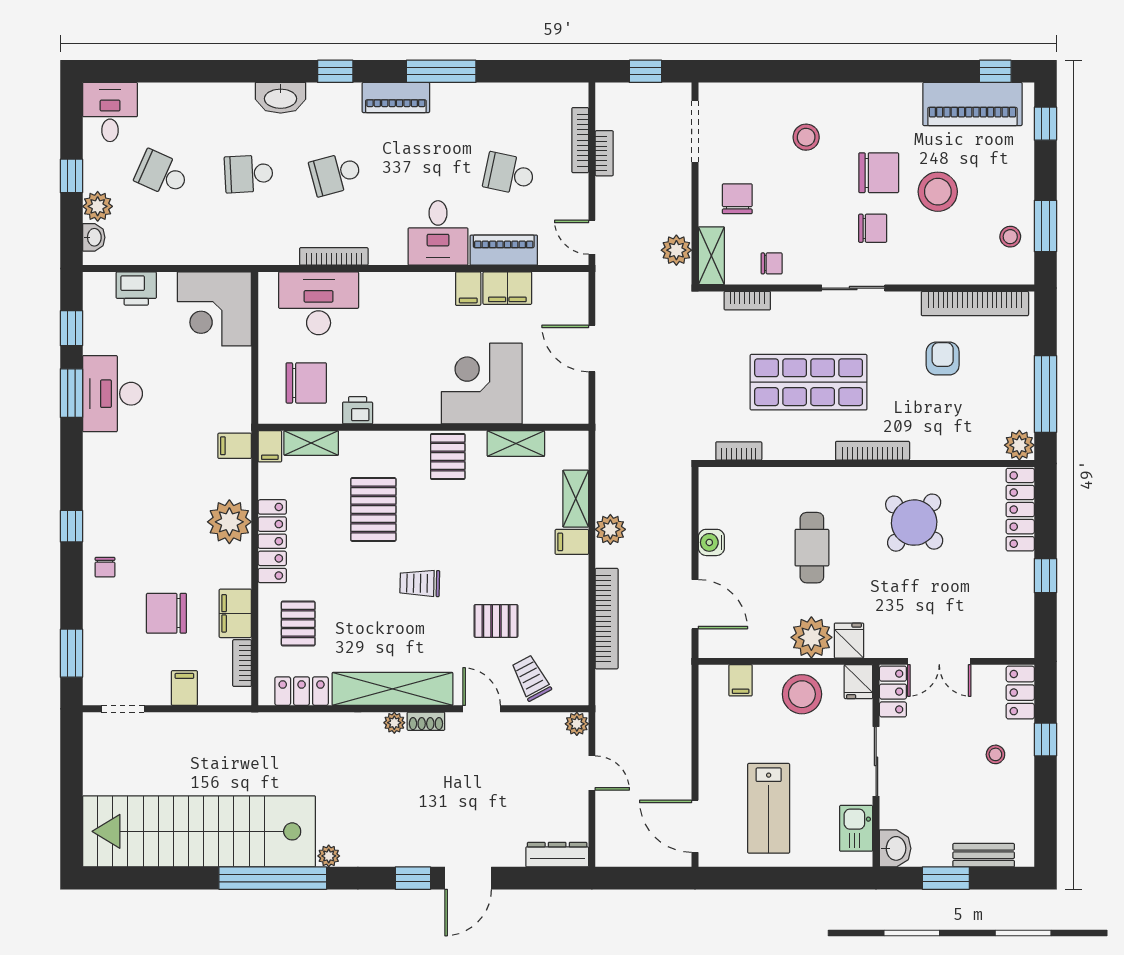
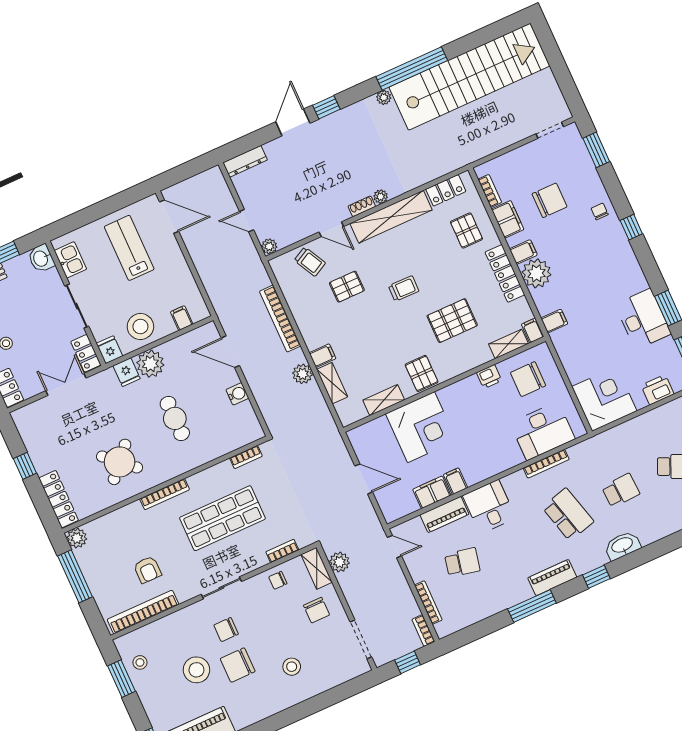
bookcase: (604, 153) -> (423, 631), moved
school desk: (336, 174) -> (568, 514), width x1.85
pallet: (373, 509) -> (452, 321), turned 90
filing cabinet: (184, 688) -> (523, 252), moved, turned -90

